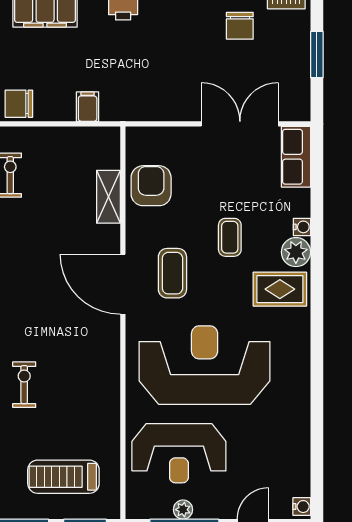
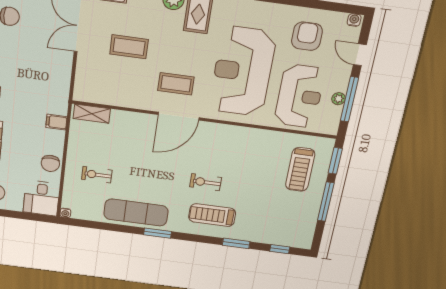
armchair: (151, 186) -> (307, 36), moved, turned 90
shelving: (108, 197) -> (92, 114), moved
coffee table: (230, 237) -> (129, 47), moved, width x1.36, depth x1.30
exercise bike: (24, 385) -> (206, 182), moved

